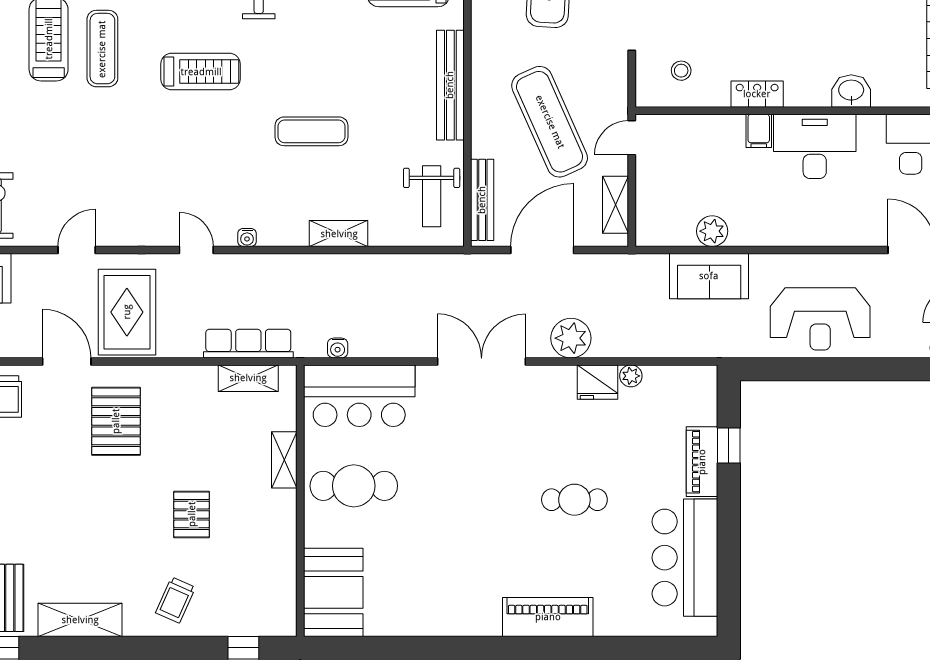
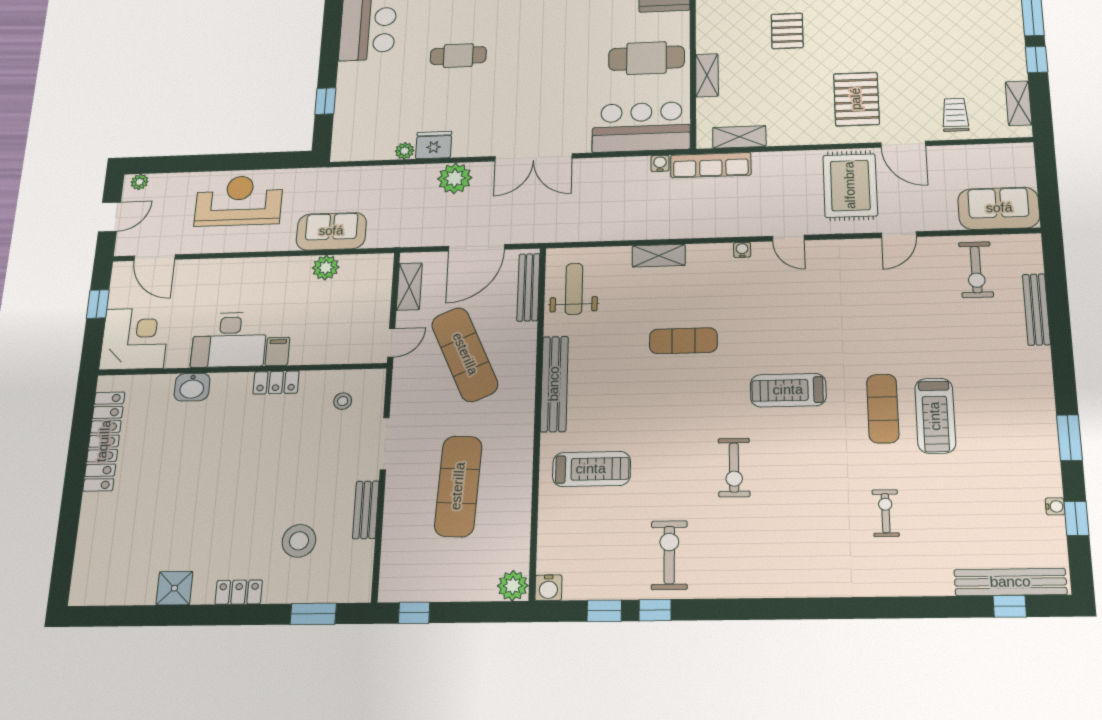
row of seats: (248, 344) -> (711, 165), moved
piano: (702, 462) -> (349, 88), removed

